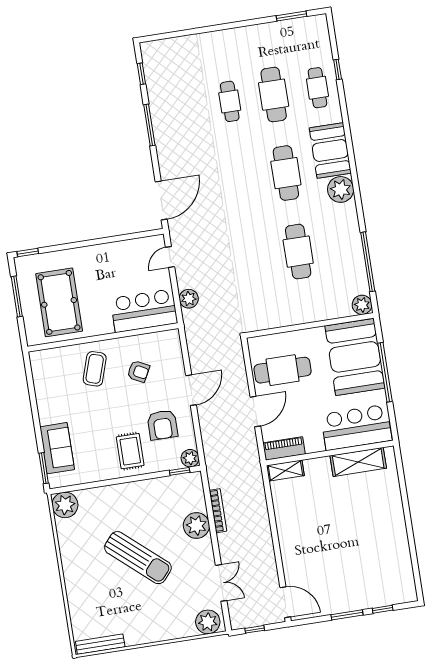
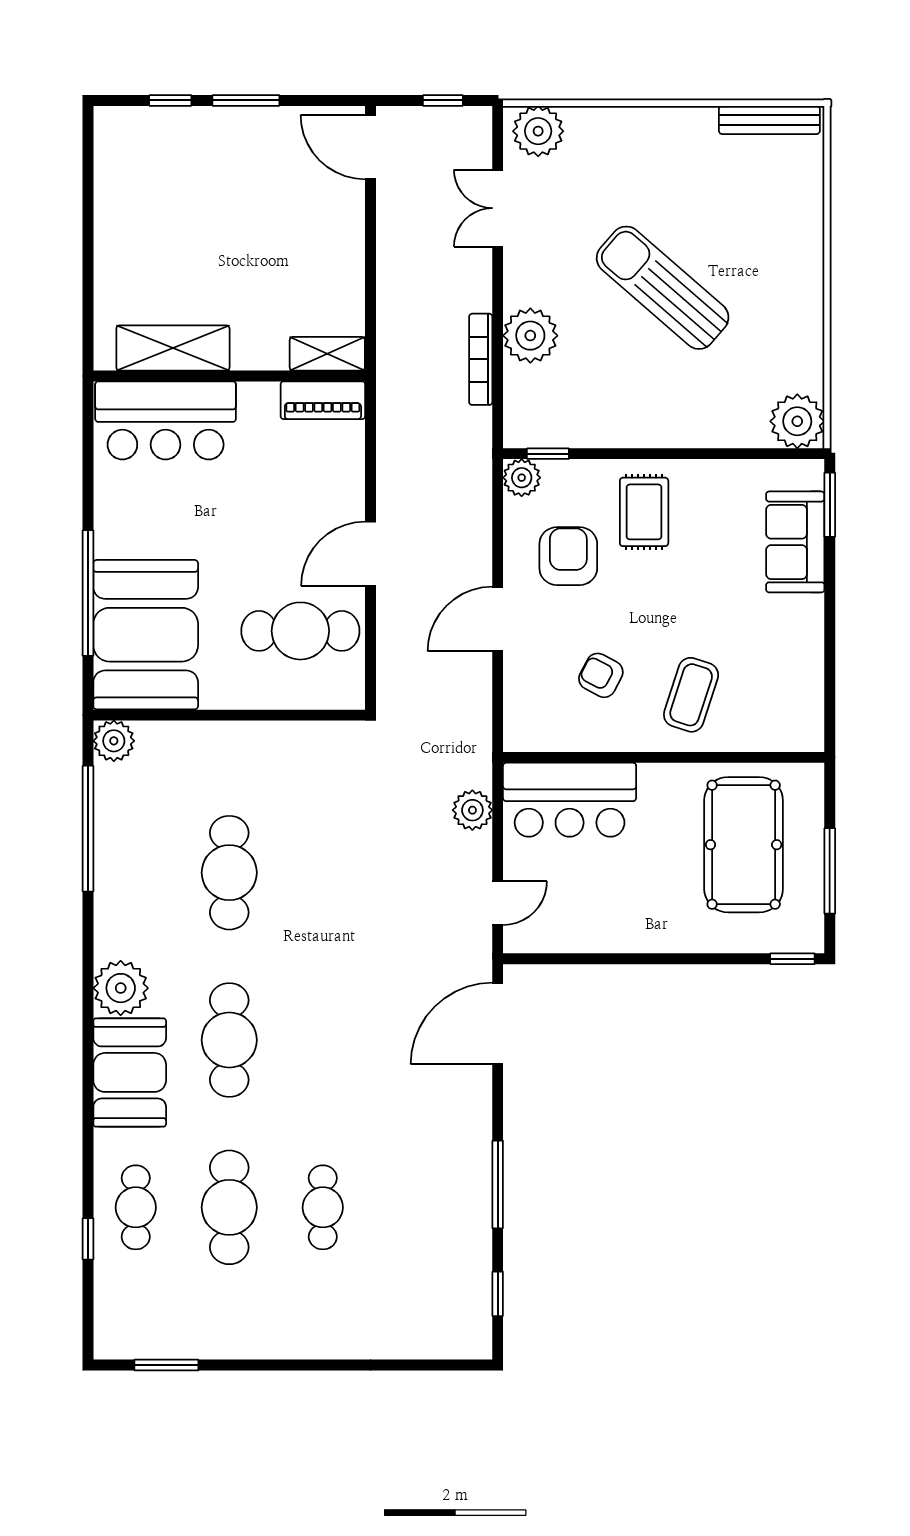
bar counter: (356, 427) -> (166, 420), moved
piano: (284, 448) -> (323, 400), moved
wall: (330, 453) -> (229, 376), moved
shelving: (358, 462) -> (173, 348), moved
shelving: (285, 471) -> (327, 354), moved

